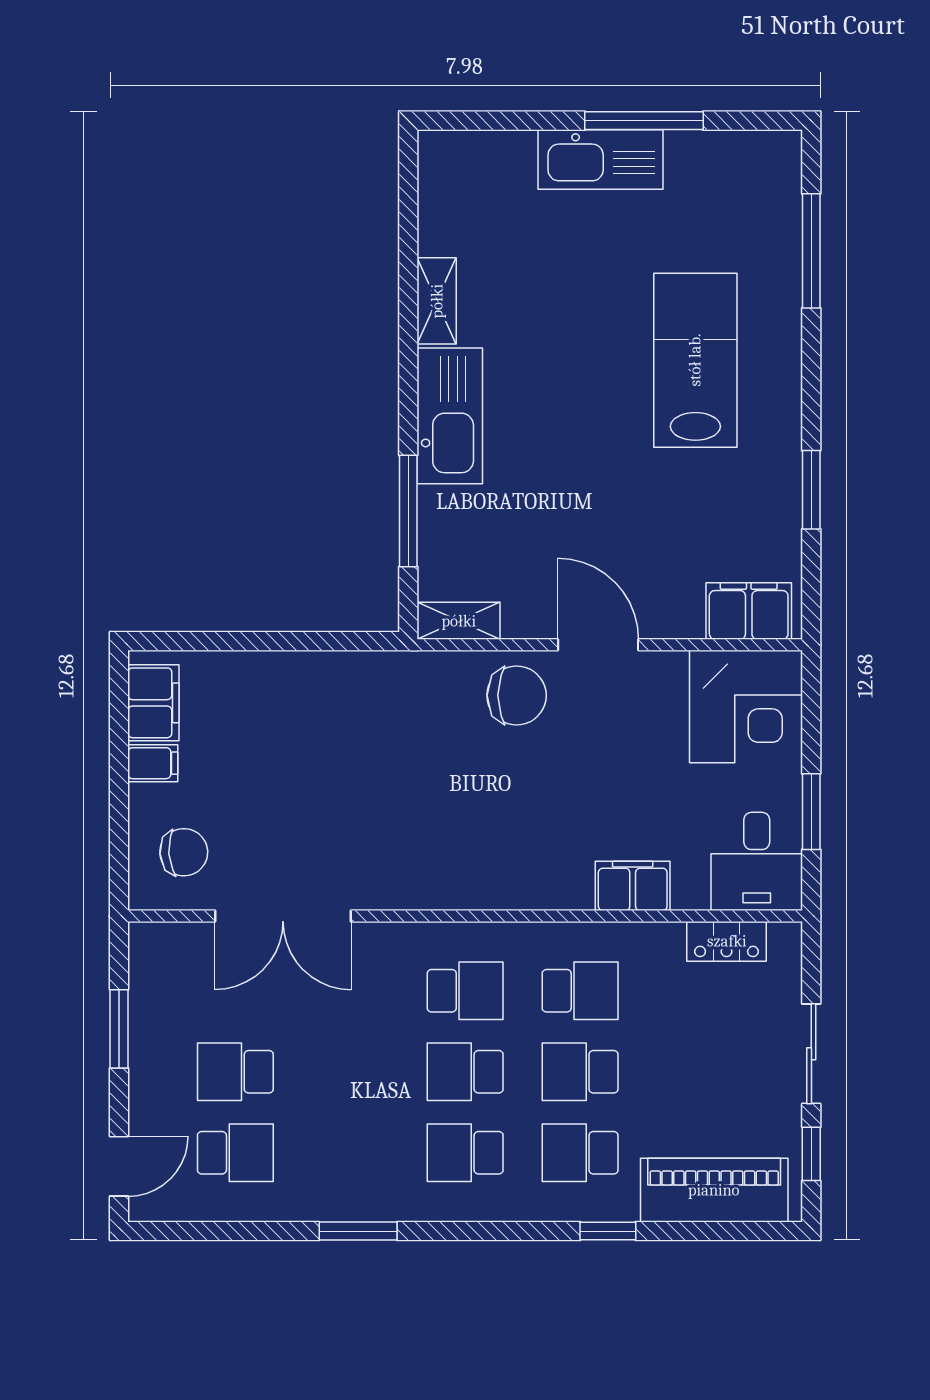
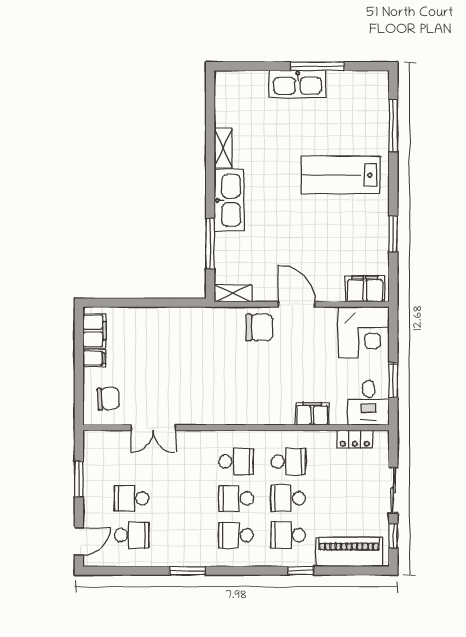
lab bench: (695, 360) -> (341, 175), turned -90
double door: (283, 916) -> (153, 428), width x0.73

